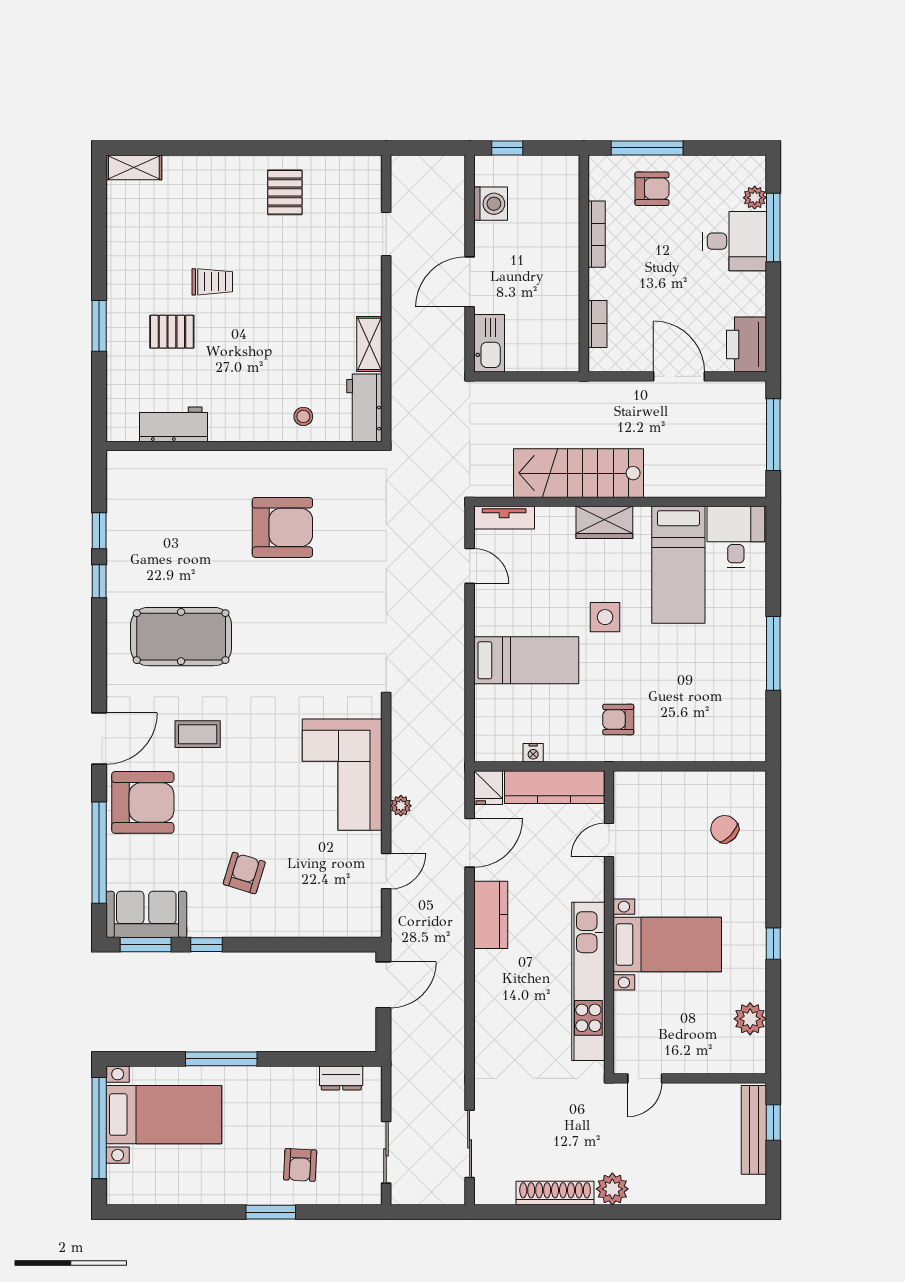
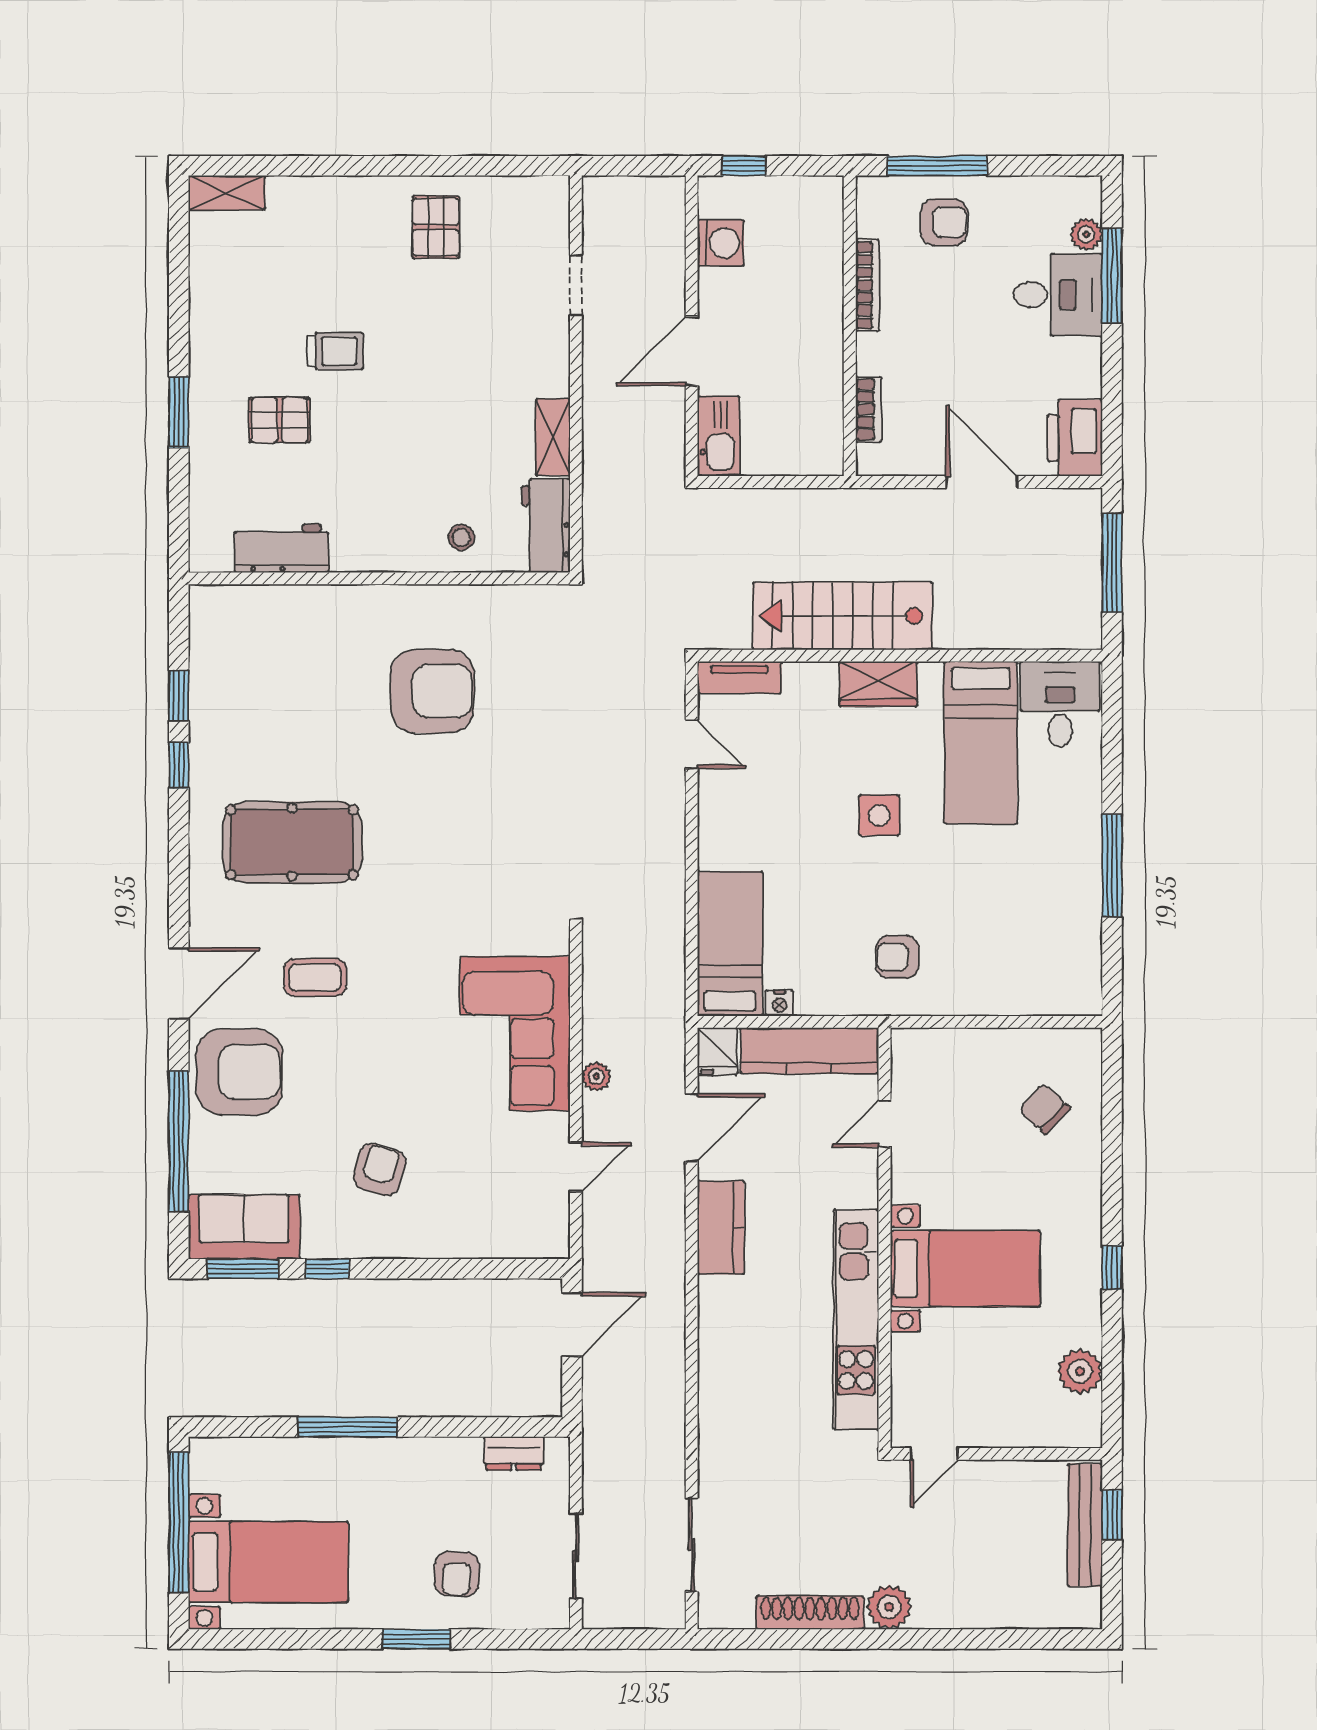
bed: (526, 660) -> (730, 944), moved, turned -90
bed with nightstands: (164, 1115) -> (268, 1562), moved

